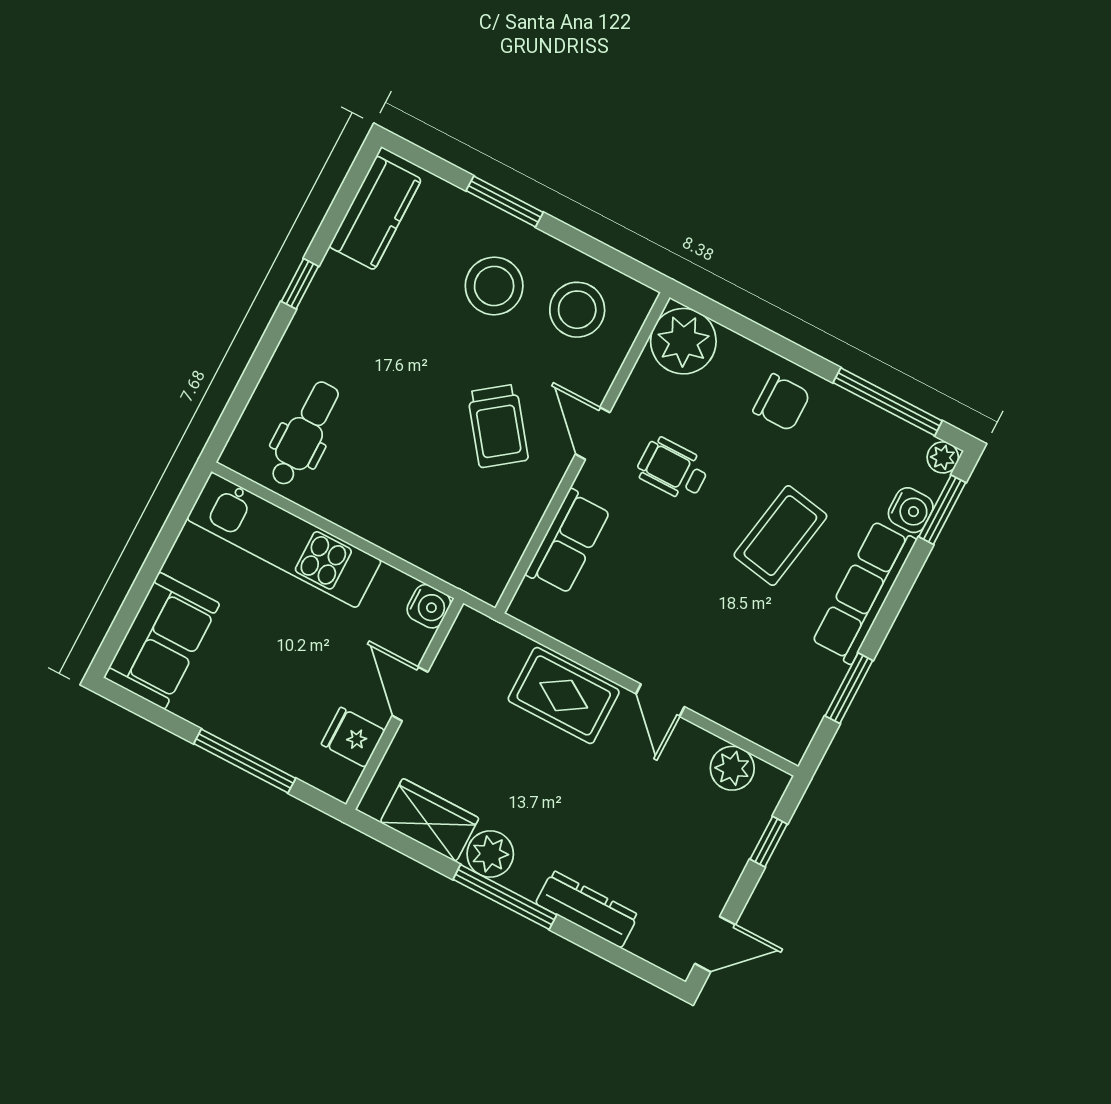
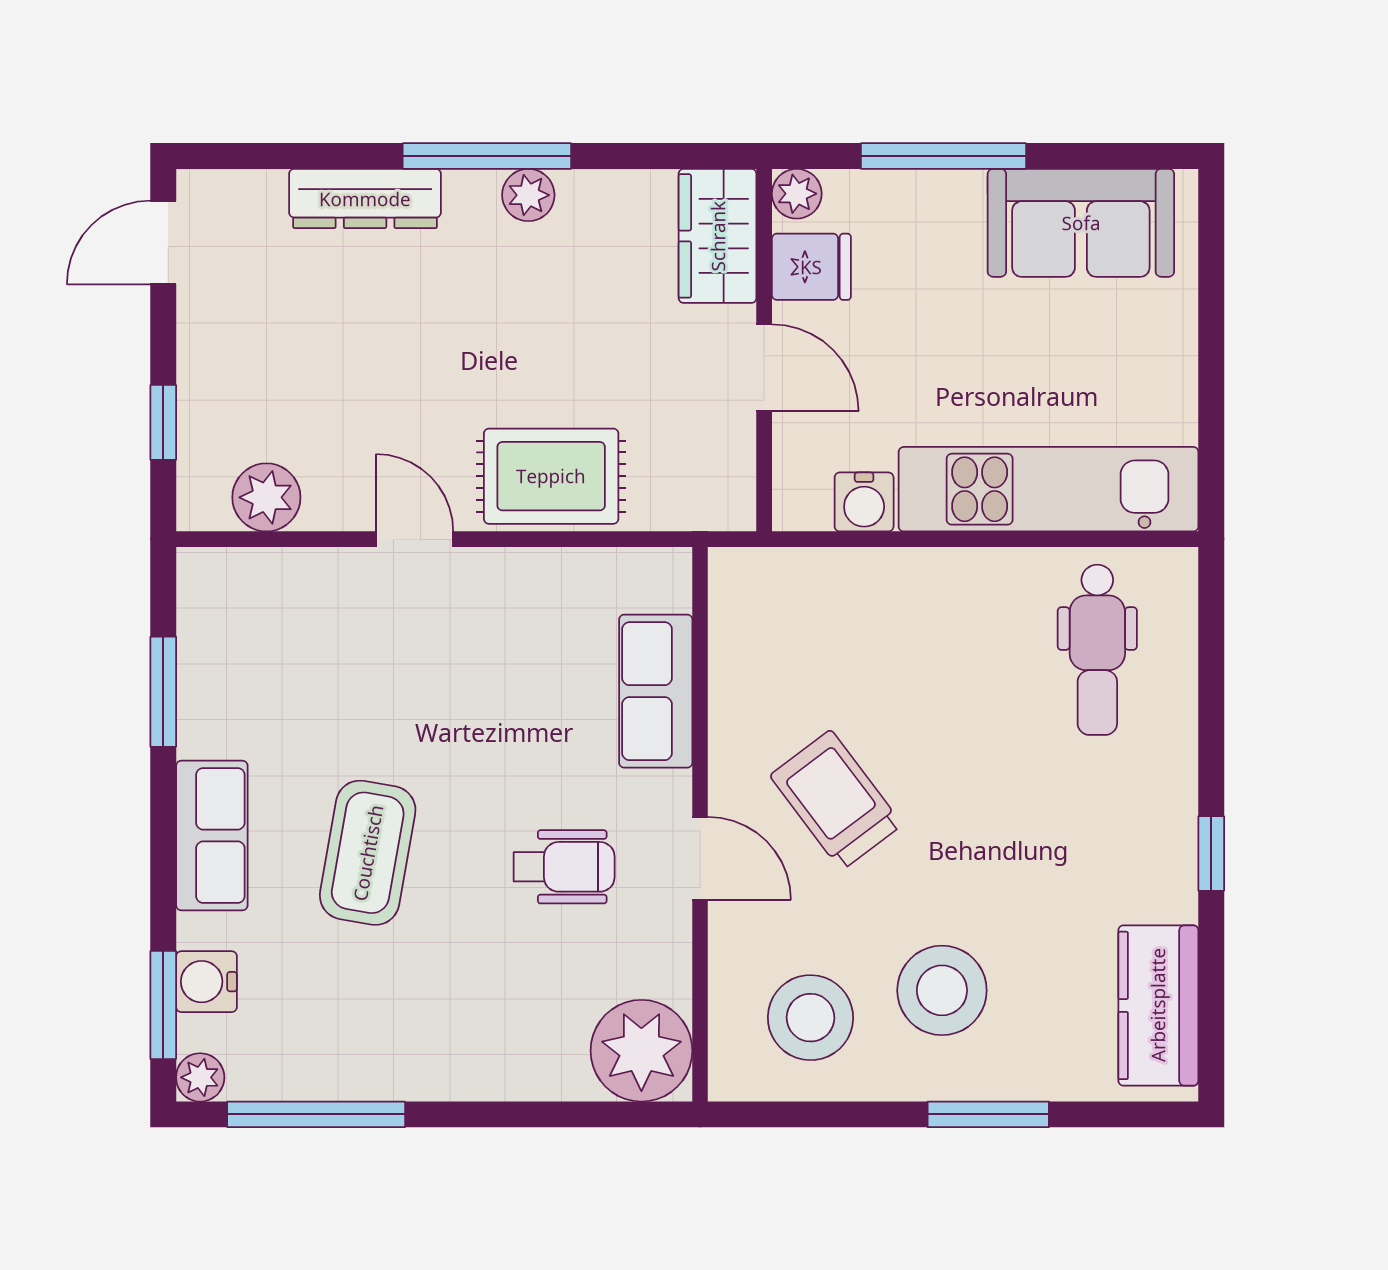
chair: (782, 402) -> (462, 1037), removed
row of seats: (864, 592) -> (212, 835), width x0.68
water cooler: (429, 606) -> (864, 502), moved, turned -90
sofa: (162, 641) -> (1081, 223), moved, turned -90
plant: (340, 783) -> (797, 194), added
wardrobe: (429, 820) -> (718, 236), moved, turned 90
plant: (490, 854) -> (528, 195), width x0.73, depth x0.73

